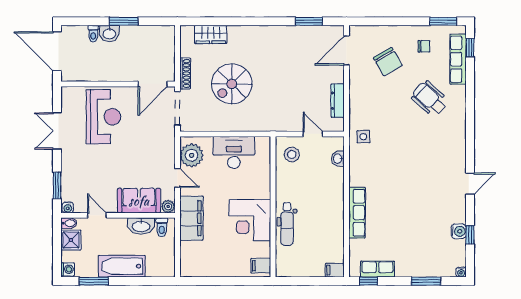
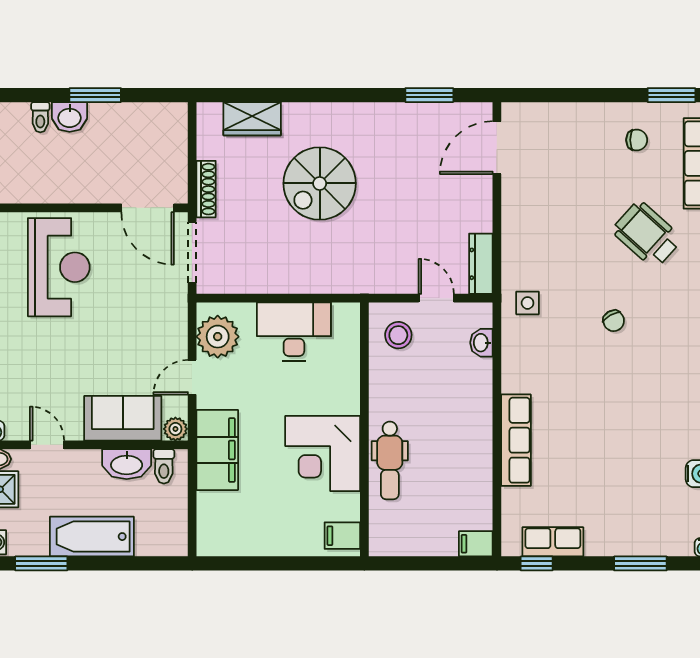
chair: (388, 62) -> (614, 321), moved, width x0.54, depth x0.54
door: (153, 84) -> (148, 208), hinge flipped
spiral stairs: (232, 84) -> (320, 183), moved
dresser: (338, 101) -> (481, 264), moved
door: (177, 178) -> (192, 377), swing flipped

